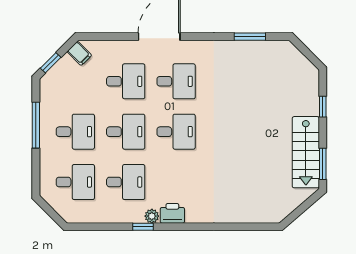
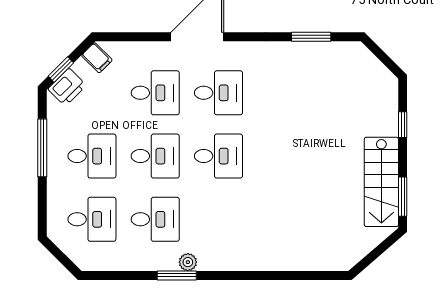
printer: (172, 213) -> (67, 87), moved, turned 135
window: (143, 227) -> (177, 275), width x1.50

